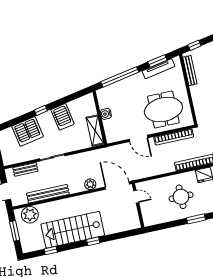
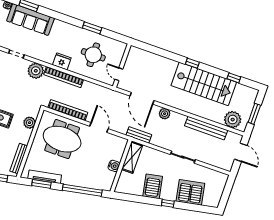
plant: (199, 106) -> (30, 123), added
bench: (25, 169) -> (139, 135), moved
door: (136, 197) -> (119, 74), moved
wall: (138, 205) -> (122, 66), moved

